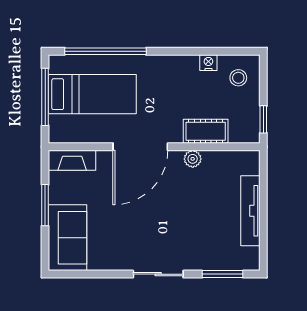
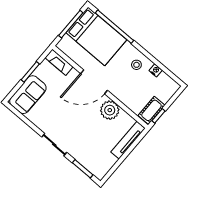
stool: (238, 78) -> (136, 65), moved
bed: (92, 94) -> (96, 36), width x1.50
cot: (206, 131) -> (151, 110), moved, turned 90
plant: (193, 159) -> (110, 110), width x1.88, depth x1.88
tv unit: (250, 211) -> (128, 140), moved

